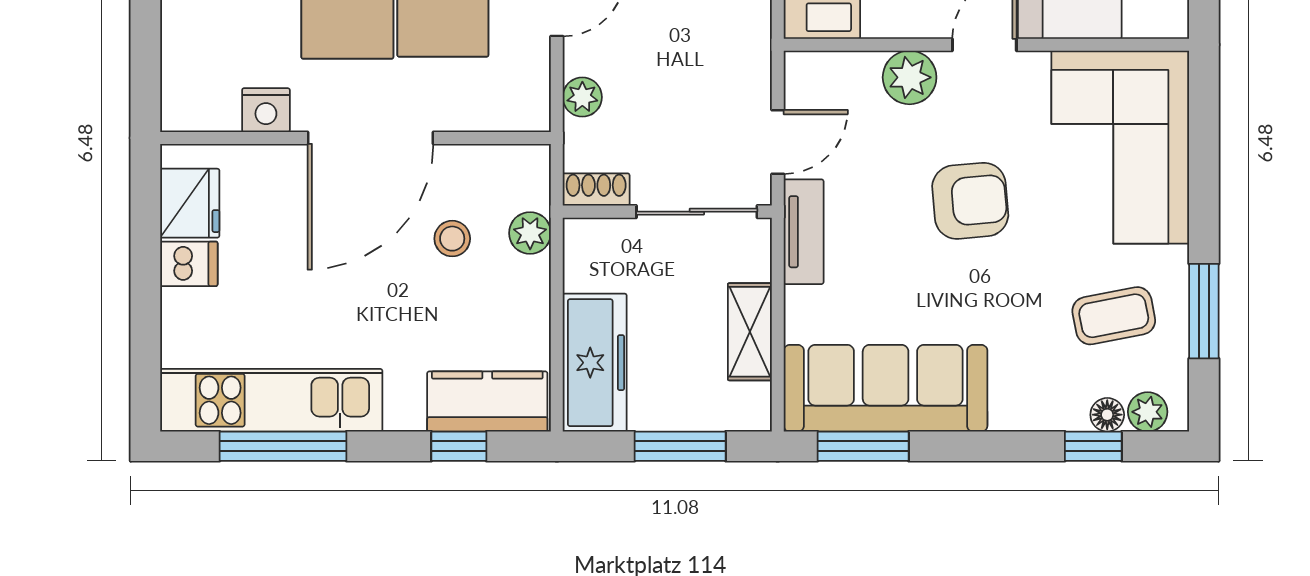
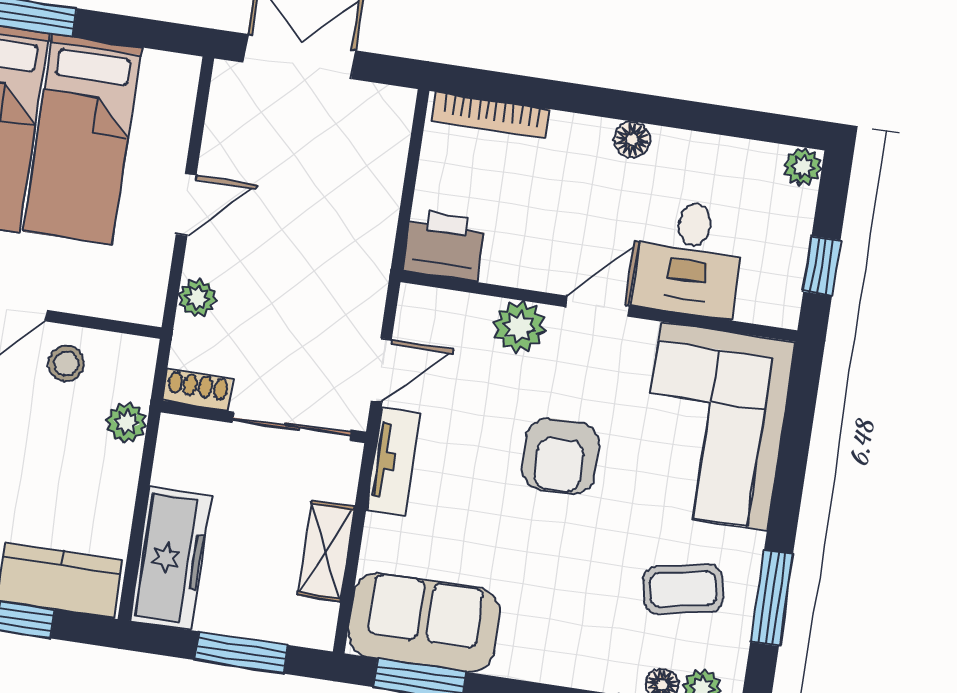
armchair: (970, 201) -> (560, 456), turned 94
stool: (452, 239) -> (66, 363), moved
sofa: (886, 388) -> (424, 622), width x0.73

